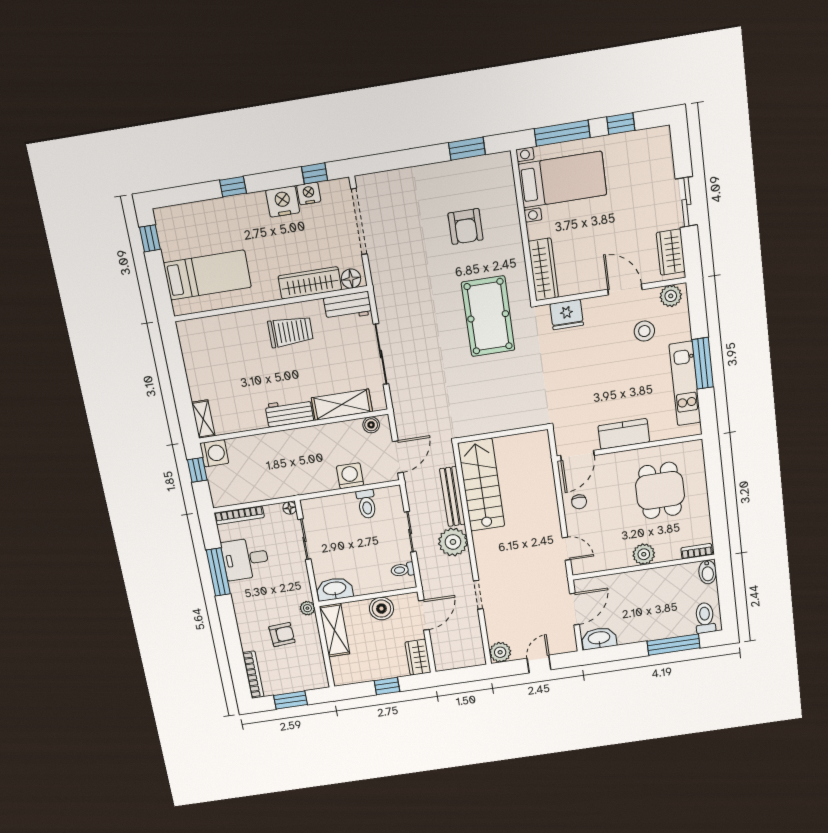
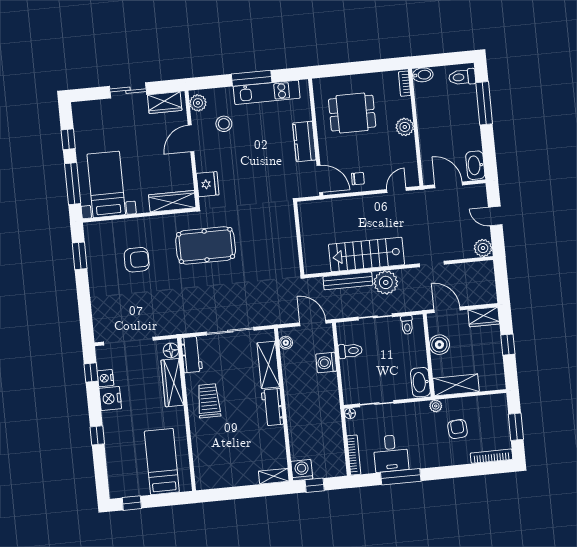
stairs: (481, 485) -> (367, 254), moved

